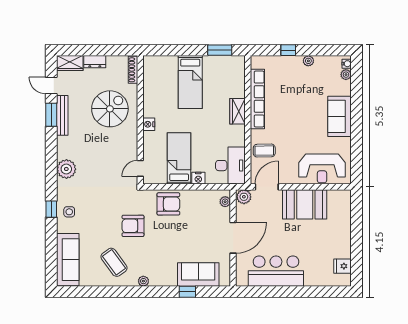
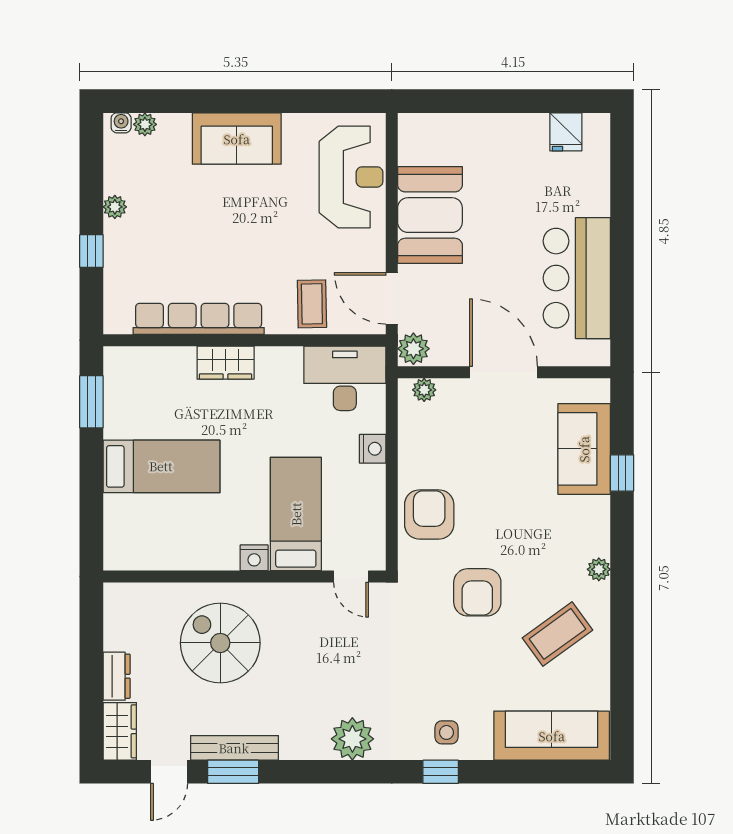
shoe rack: (133, 70) -> (134, 592), removed
bed: (179, 158) -> (296, 514), moved, turned 90

